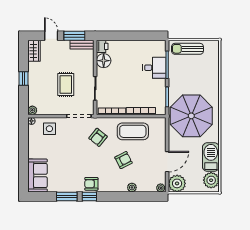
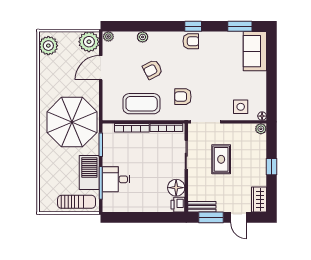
armchair: (98, 137) -> (183, 97), turned -129
barbecue: (211, 157) -> (89, 173), moved, turned 180
window: (67, 196) -> (240, 26), moved

